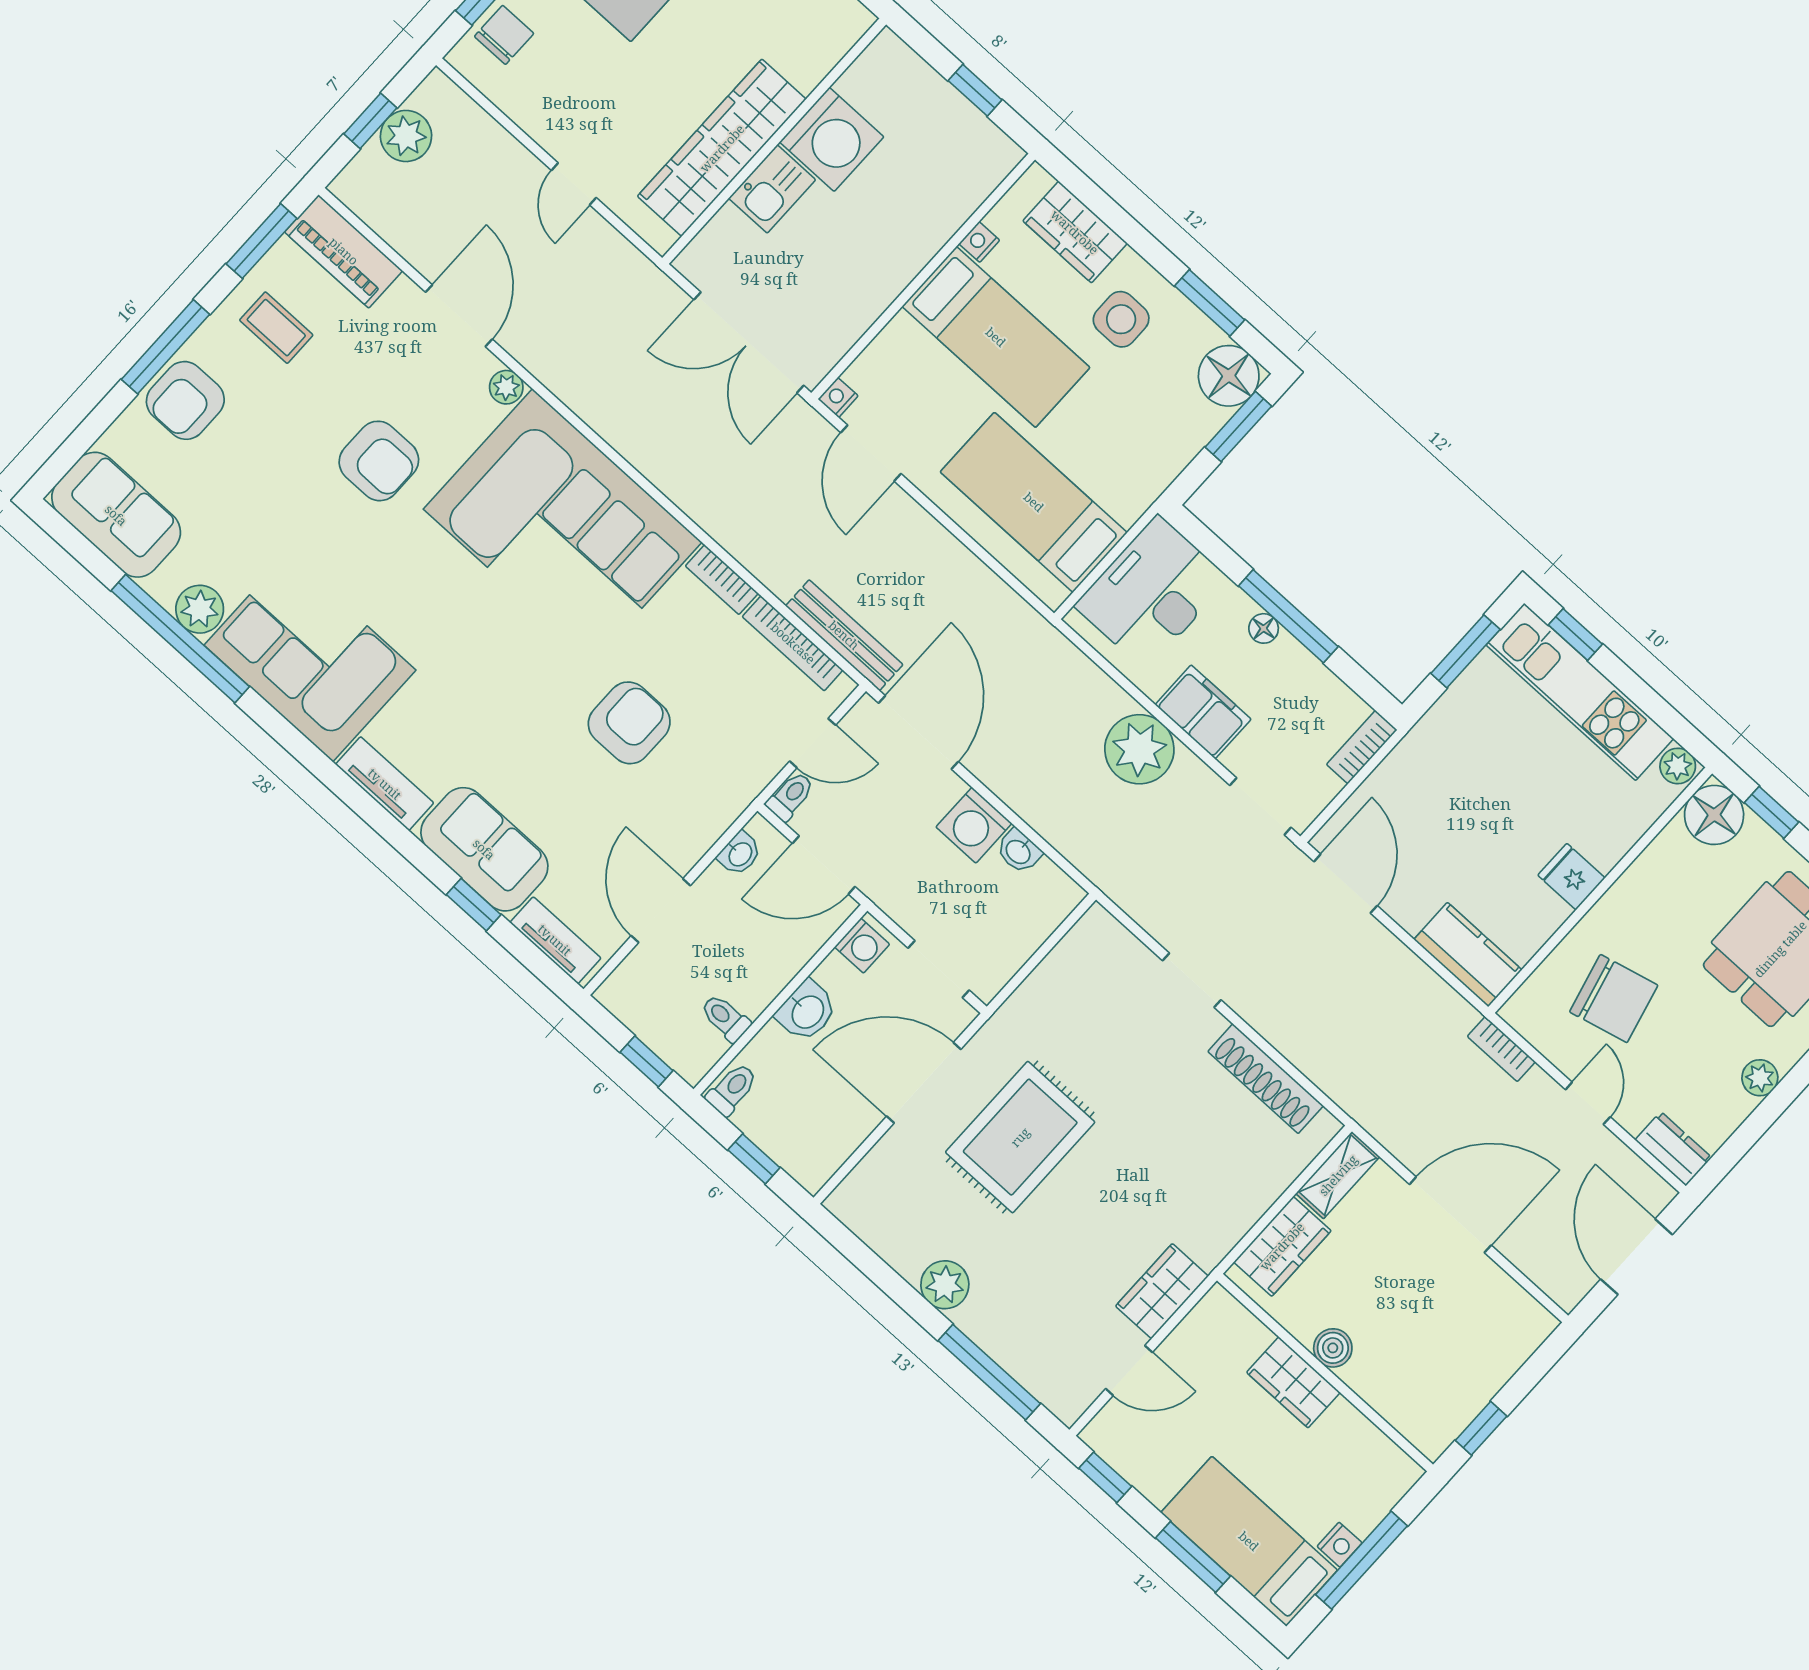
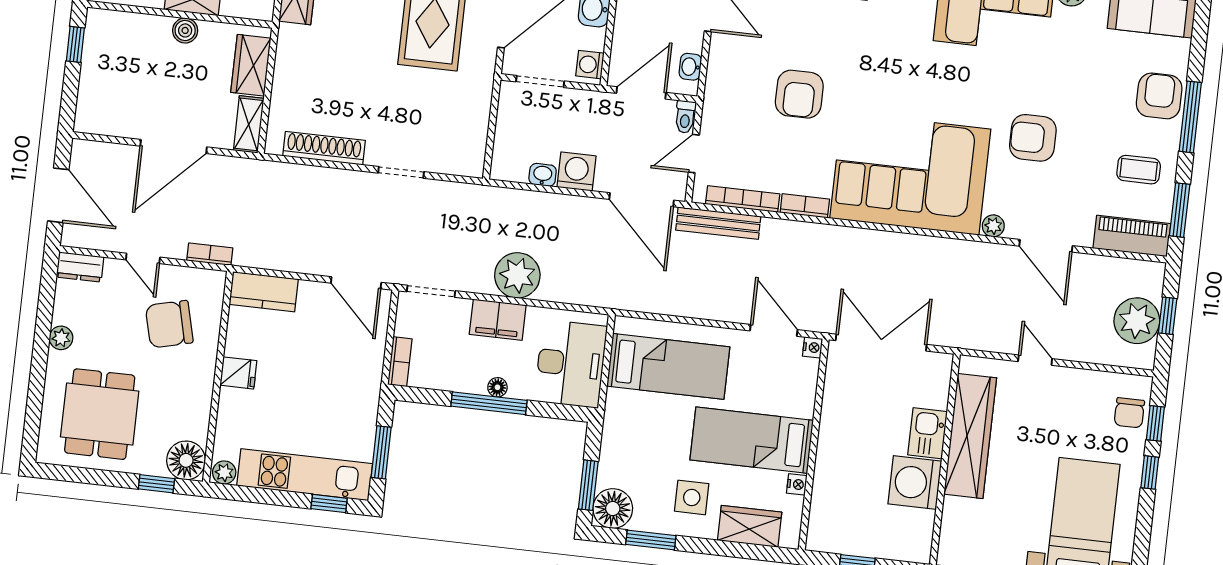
plant: (406, 136) -> (1137, 321), width x1.36, depth x1.36

